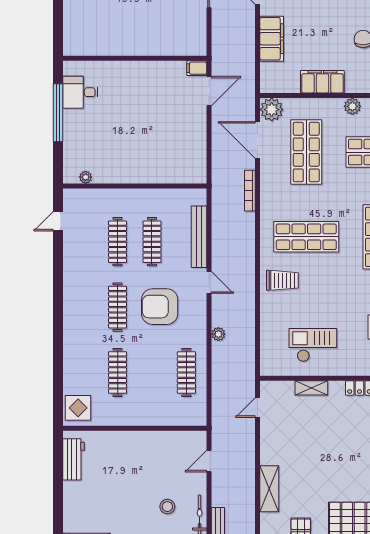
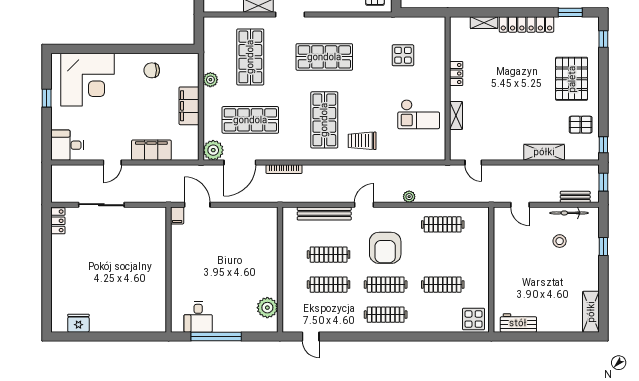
plant: (86, 177) -> (267, 308), width x1.88, depth x1.88
trolley: (282, 280) -> (362, 141), turned -90
clothes rail: (83, 307) -> (386, 315), added
checkout: (313, 345) -> (419, 114), turned -90

